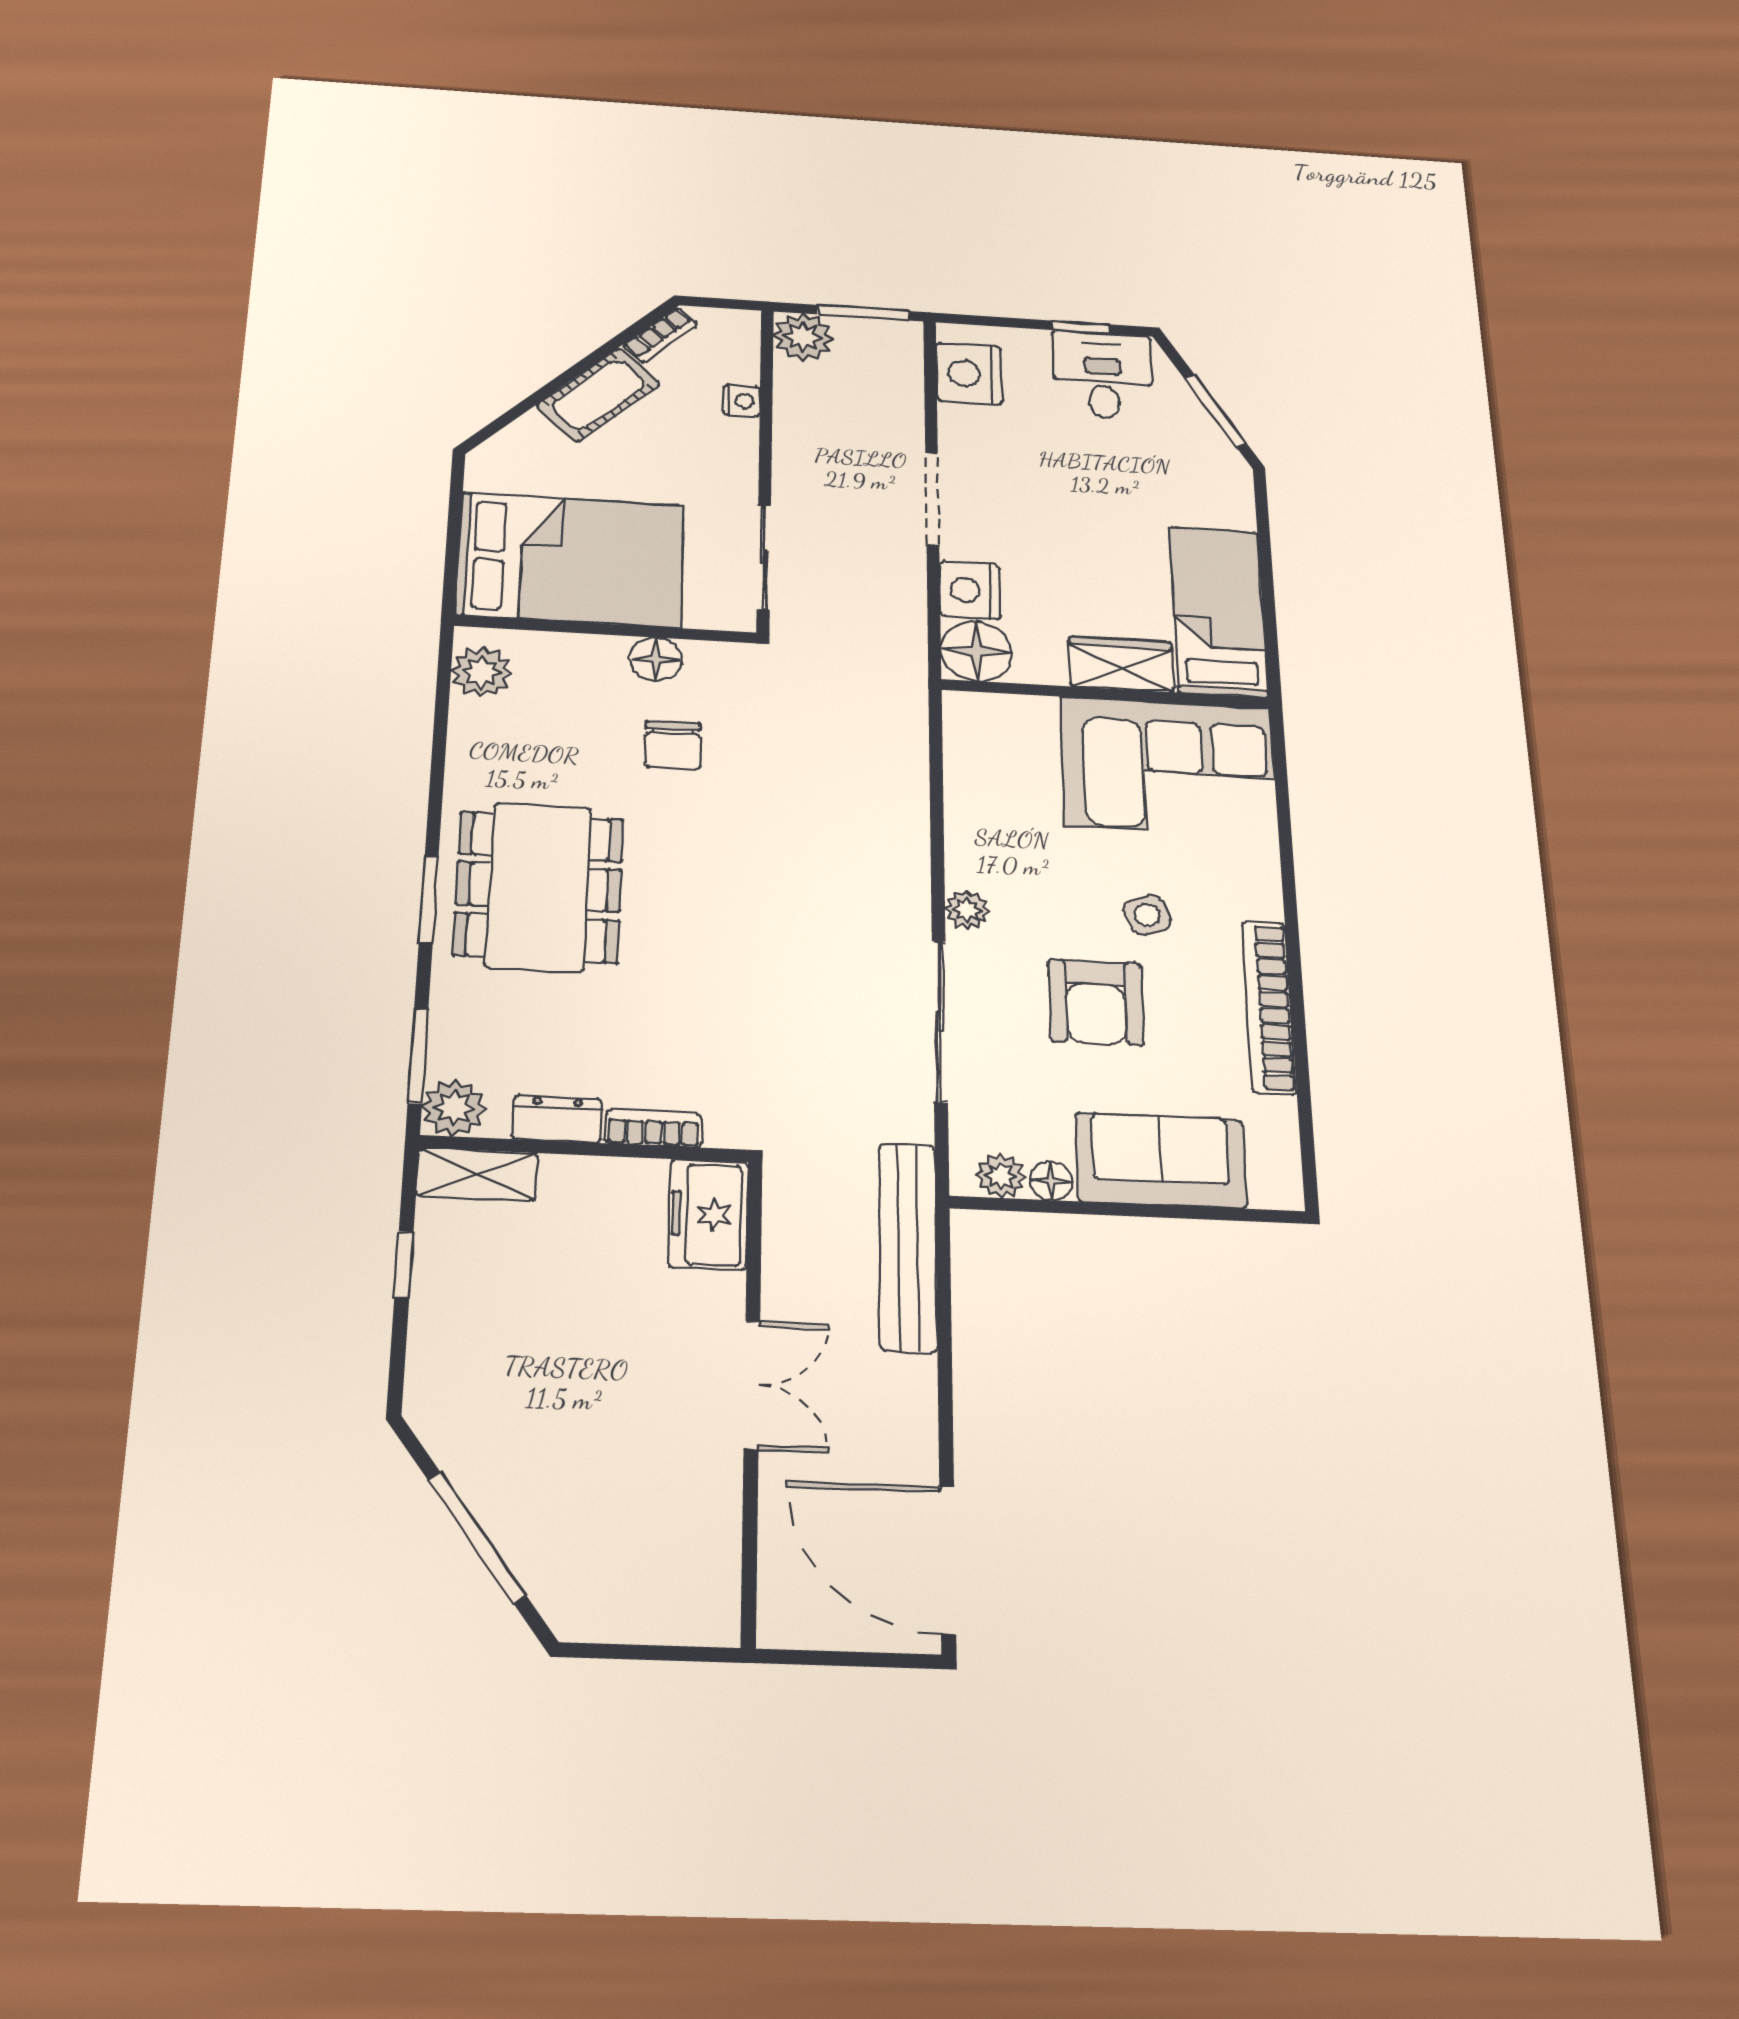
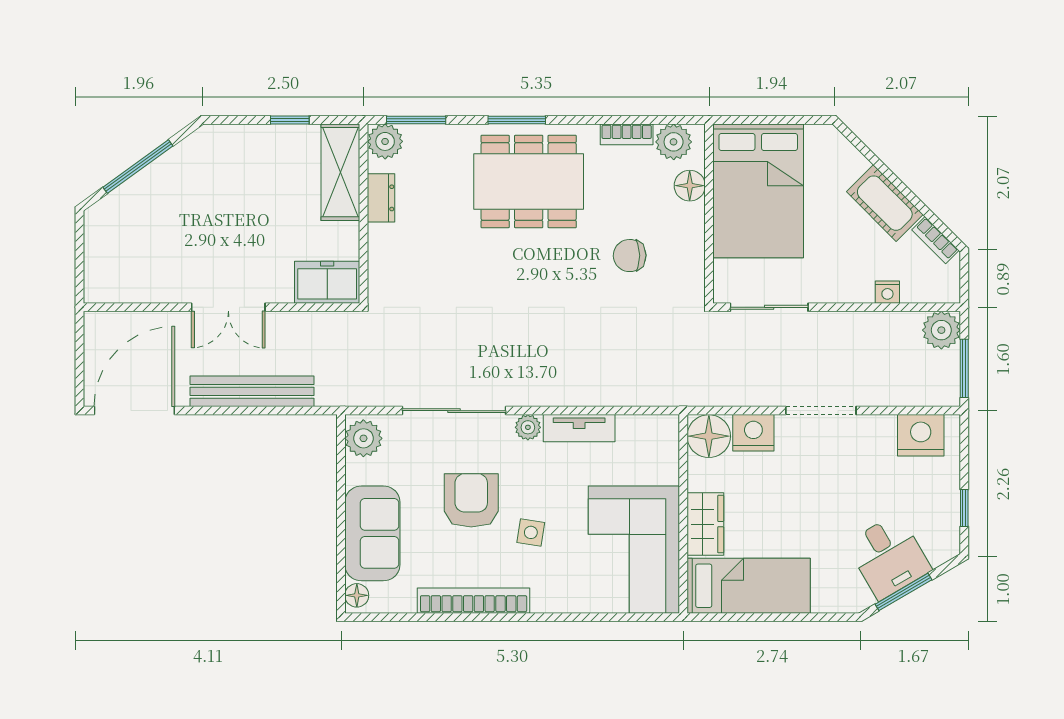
desk: (1103, 375) -> (889, 557), moved, turned 60
floor lamp: (656, 659) -> (690, 186), moved
tv unit: (967, 834) -> (579, 428), added
side table: (1147, 915) -> (531, 532), turned 31
armchair: (1096, 1002) -> (471, 500), turned 90
bookcase: (654, 1128) -> (627, 134), moved, turned 90
shelving: (477, 1174) -> (340, 172), width x1.50, depth x1.33
plant: (1001, 1176) -> (363, 438), width x1.38, depth x1.38
floor lamp: (1051, 1181) -> (357, 595), moved
bench: (908, 1247) -> (252, 391), moved

